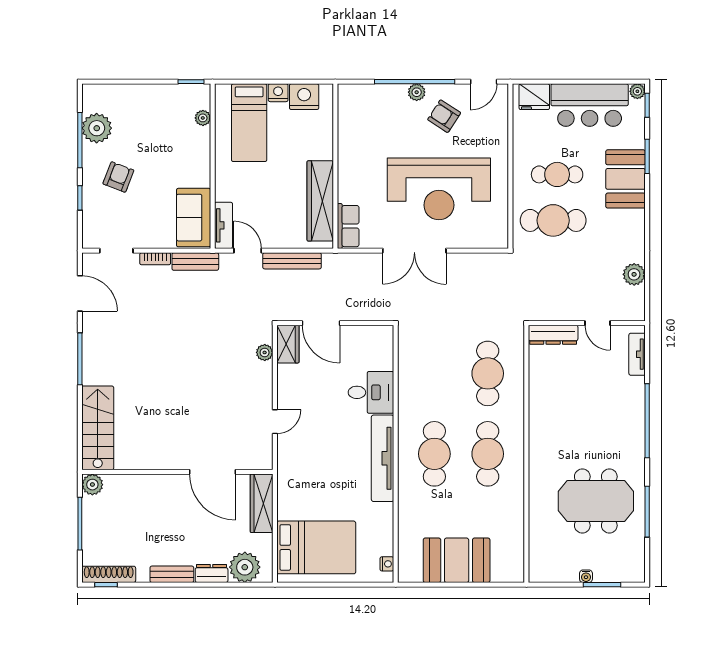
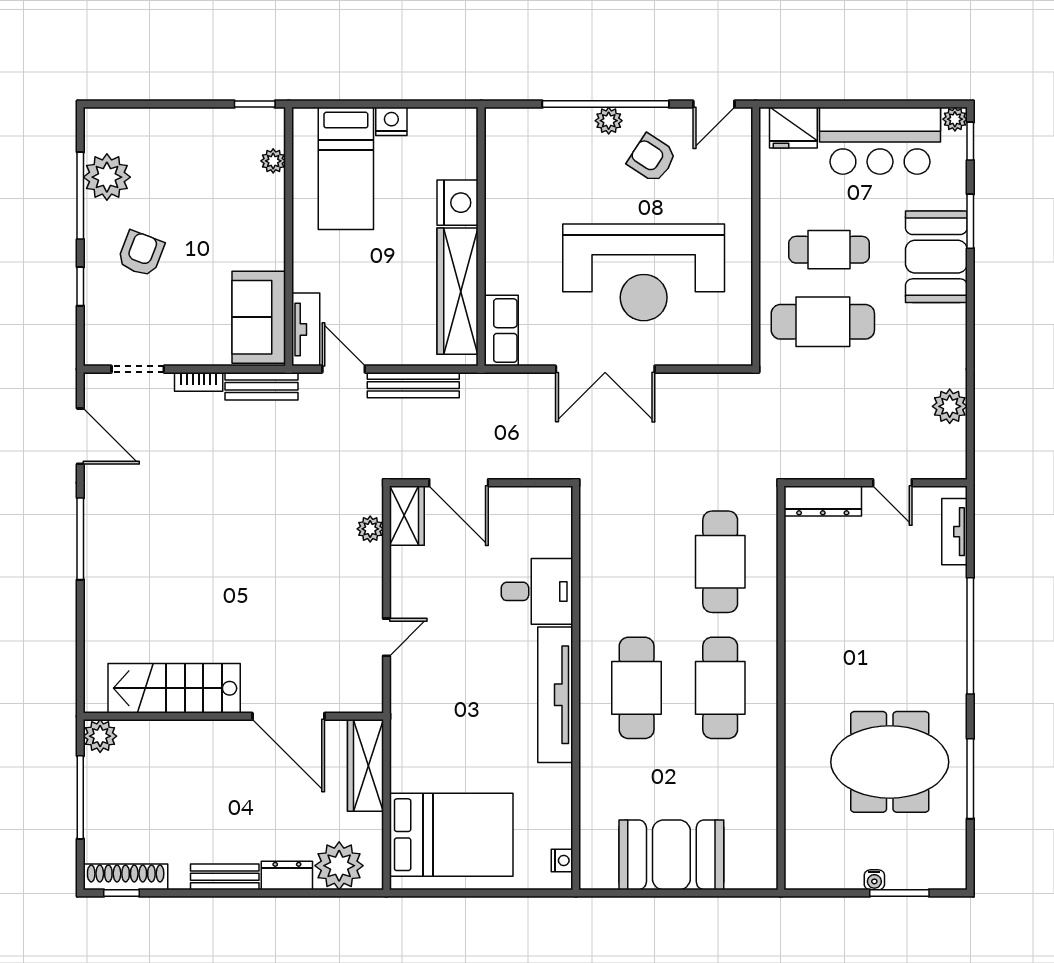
nightstand: (304, 97) -> (458, 203), moved, turned 90
stairs: (98, 428) -> (174, 688), moved, turned -90

